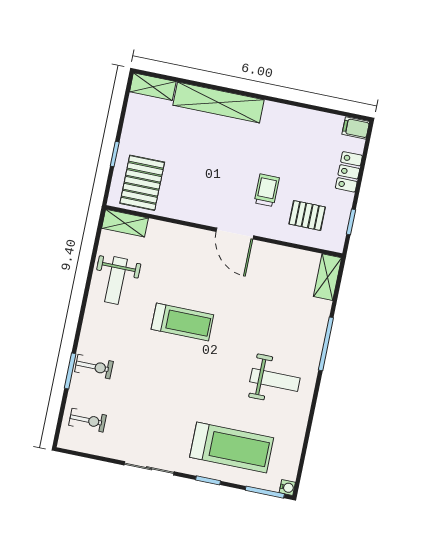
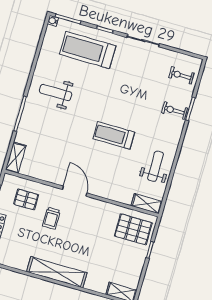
shelving: (219, 102) -> (57, 272), moved
pallet: (142, 183) -> (133, 229), turned 90

